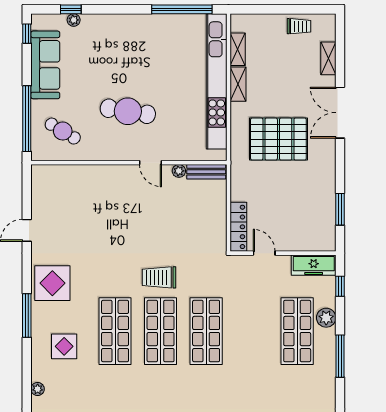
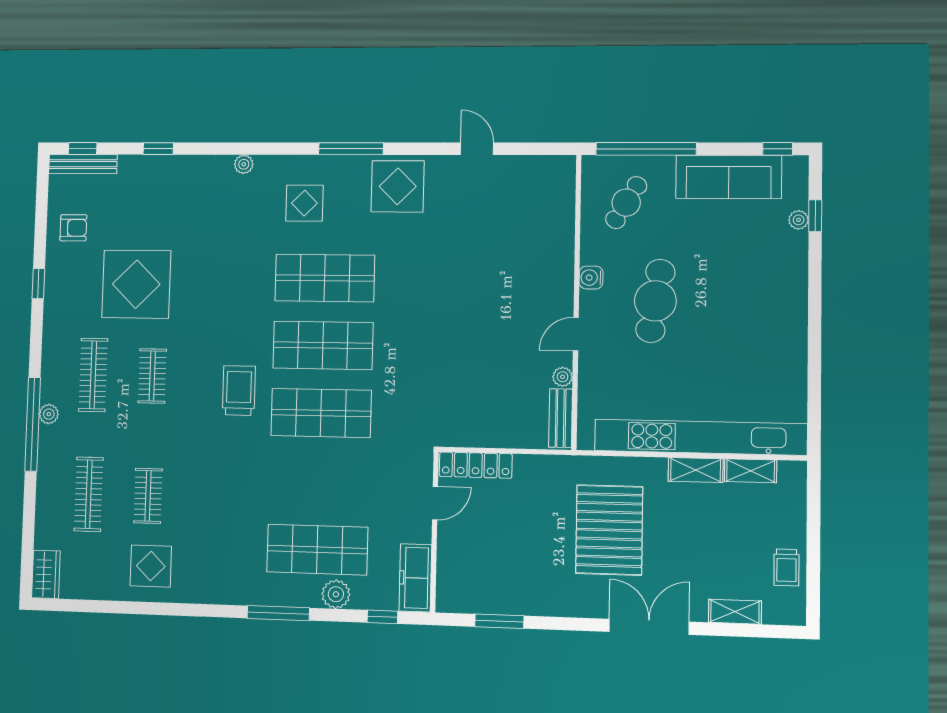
window: (182, 9) -> (814, 386), removed
water cooler: (113, 153) -> (591, 278), added
trolley: (159, 277) -> (239, 390), moved

